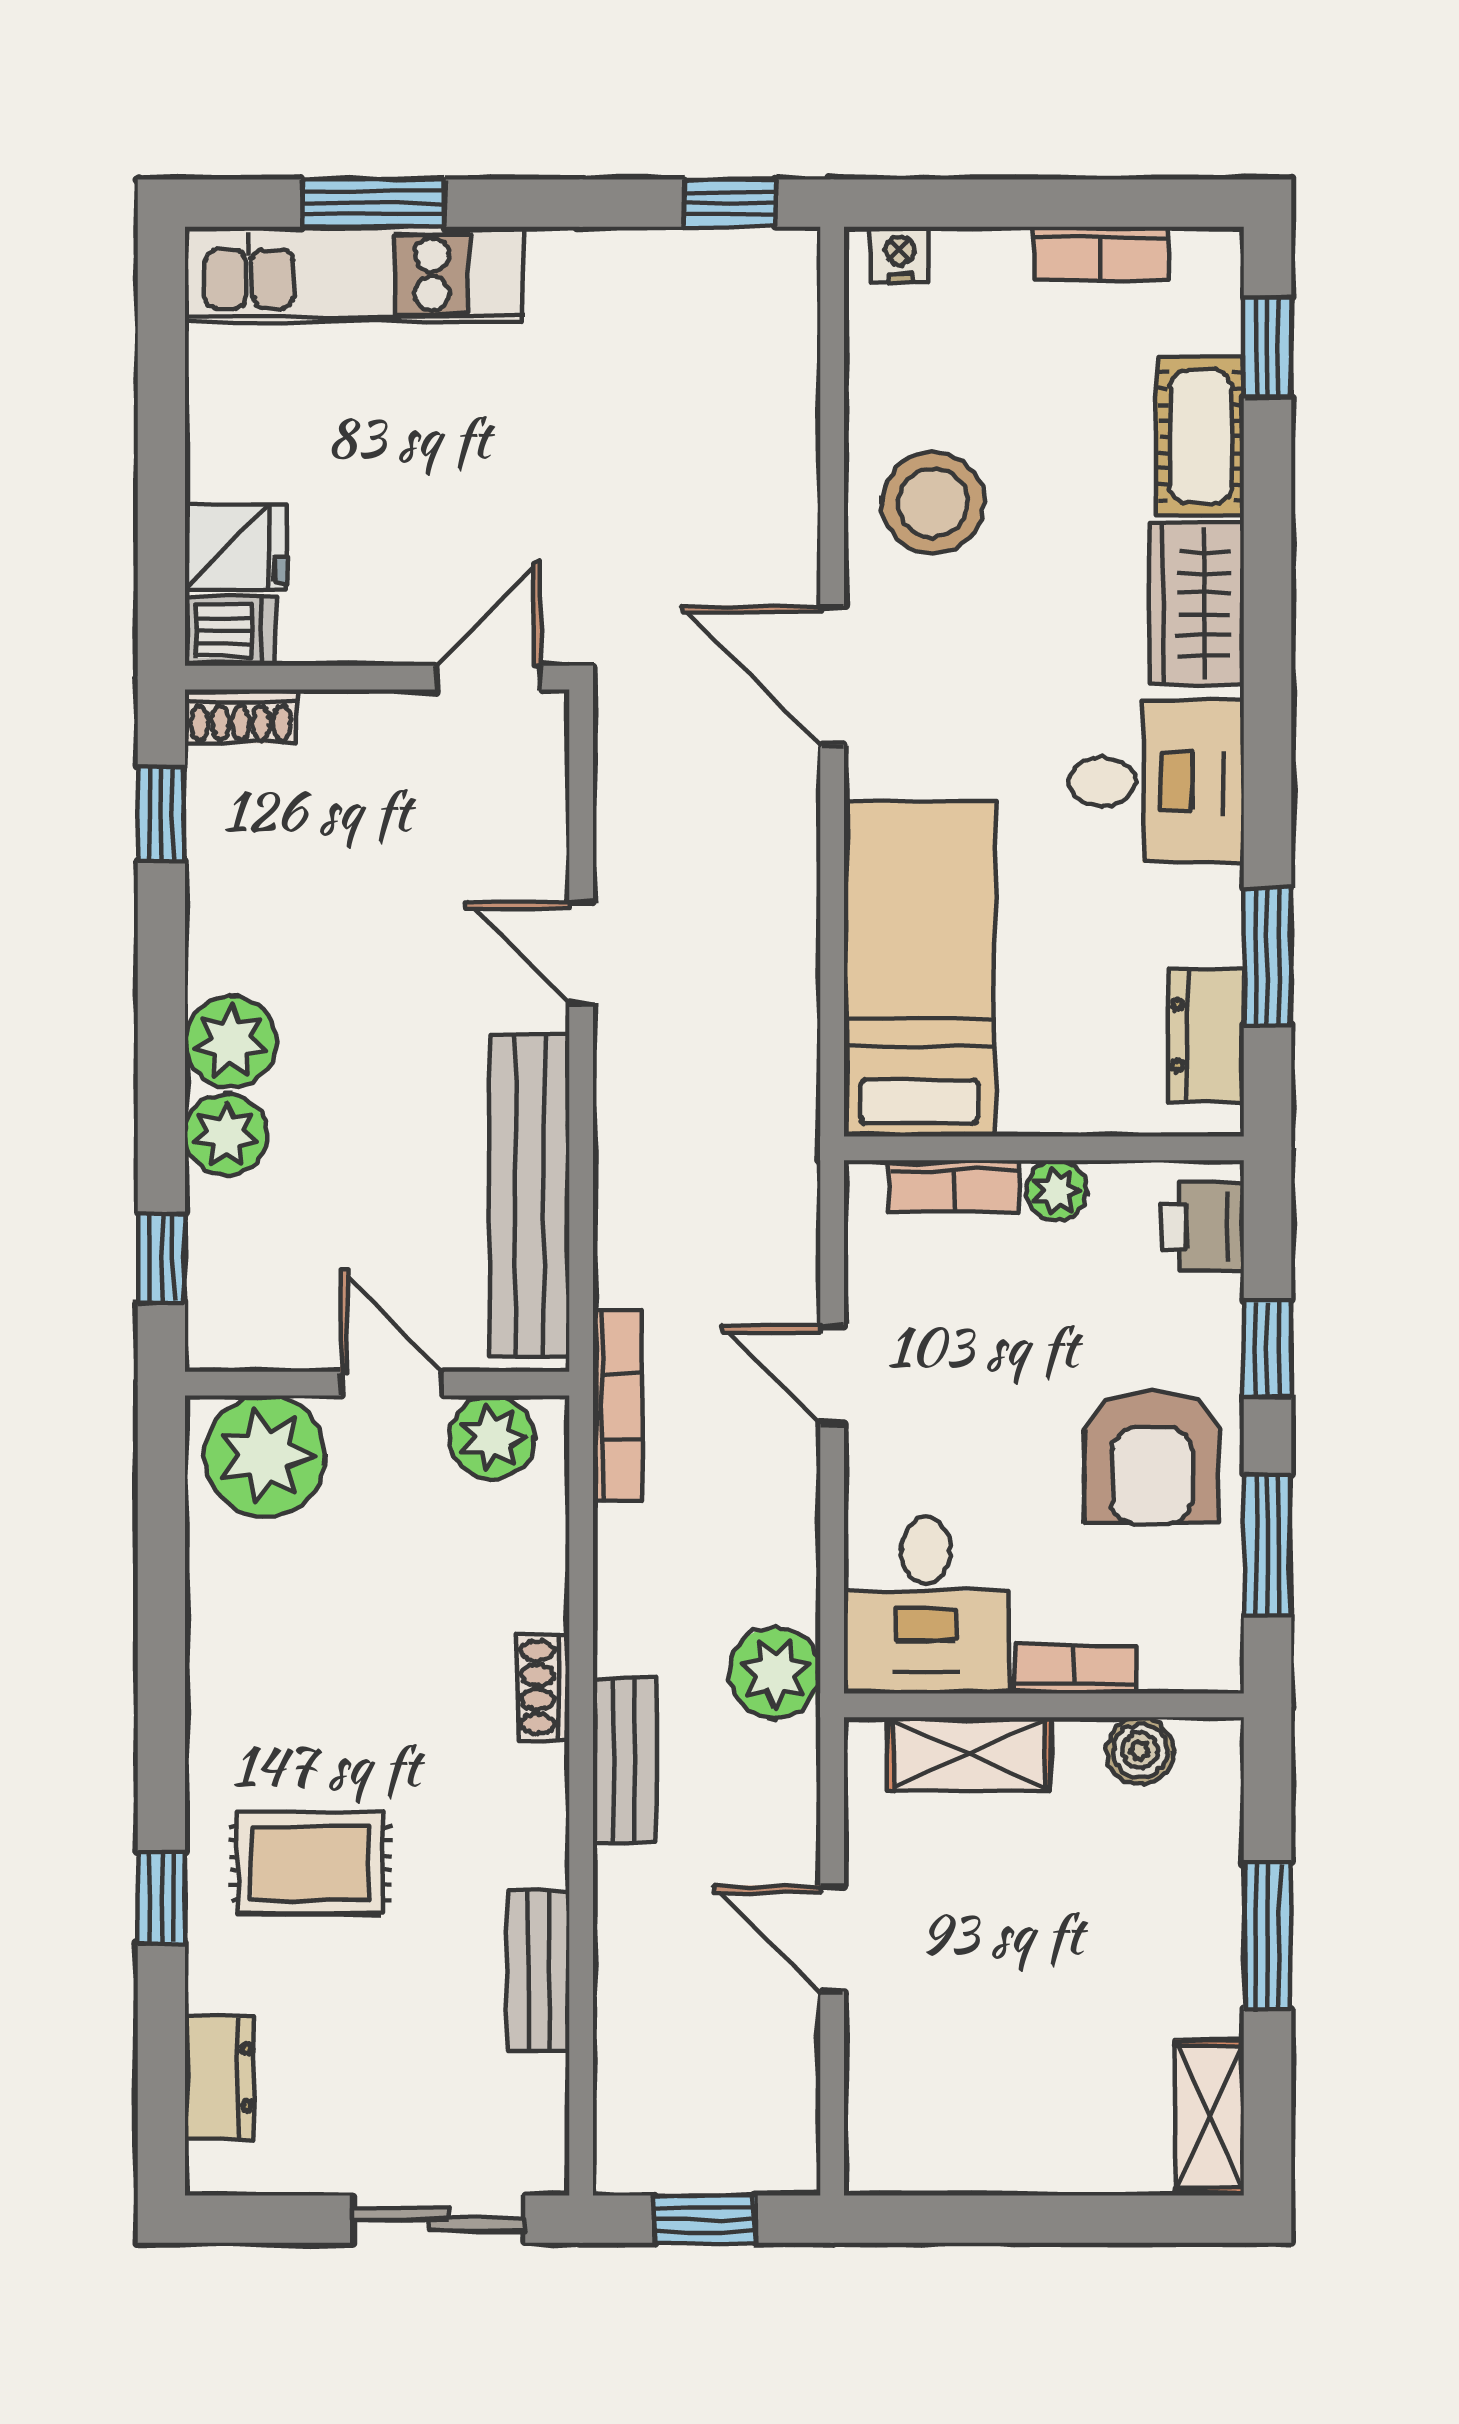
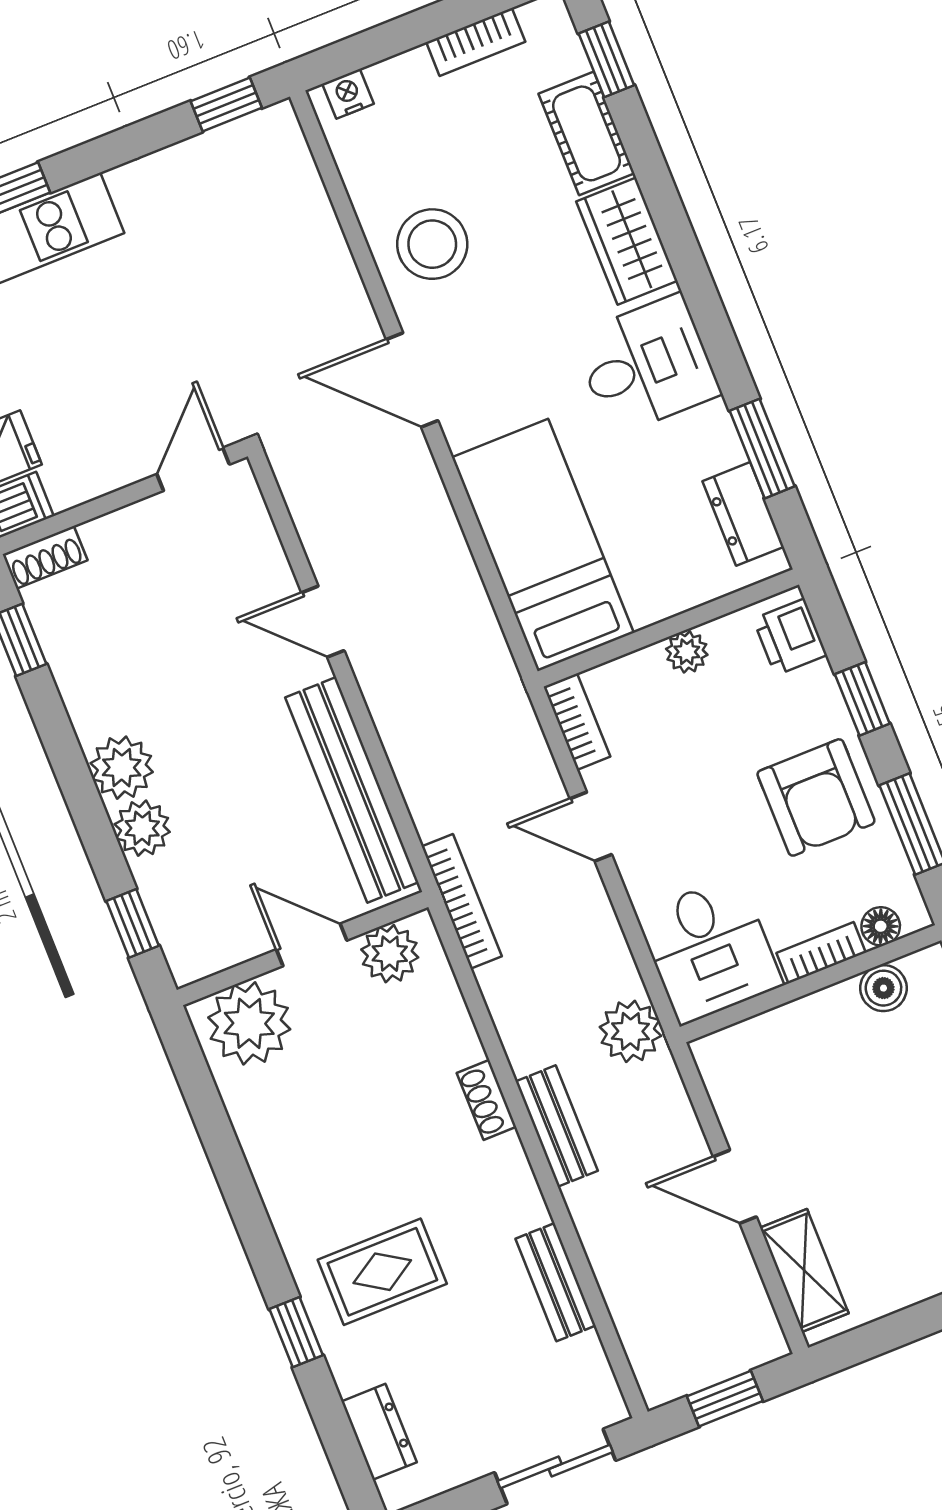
bookcase: (954, 1186) -> (577, 722), moved, turned -90
floor lamp: (1170, 1666) -> (881, 926), added
shelving: (969, 1754) -> (804, 1270), moved, turned 90

